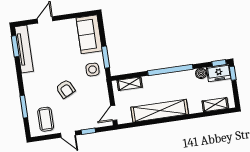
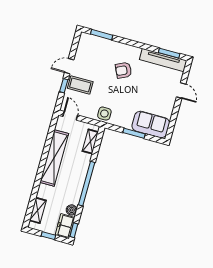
window: (106, 57) -> (134, 133), moved
side table: (92, 70) -> (104, 114), moved
window: (233, 73) -> (48, 236), moved
armchair: (66, 89) -> (123, 70), moved
window: (24, 107) -> (102, 35), moved
coffee table: (46, 119) -> (80, 85), moved

